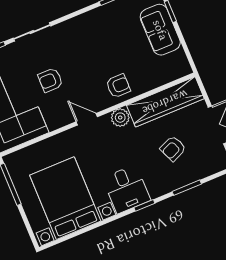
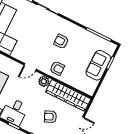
armchair: (50, 80) -> (61, 41), moved
door: (87, 119) -> (30, 67), swing flipped

